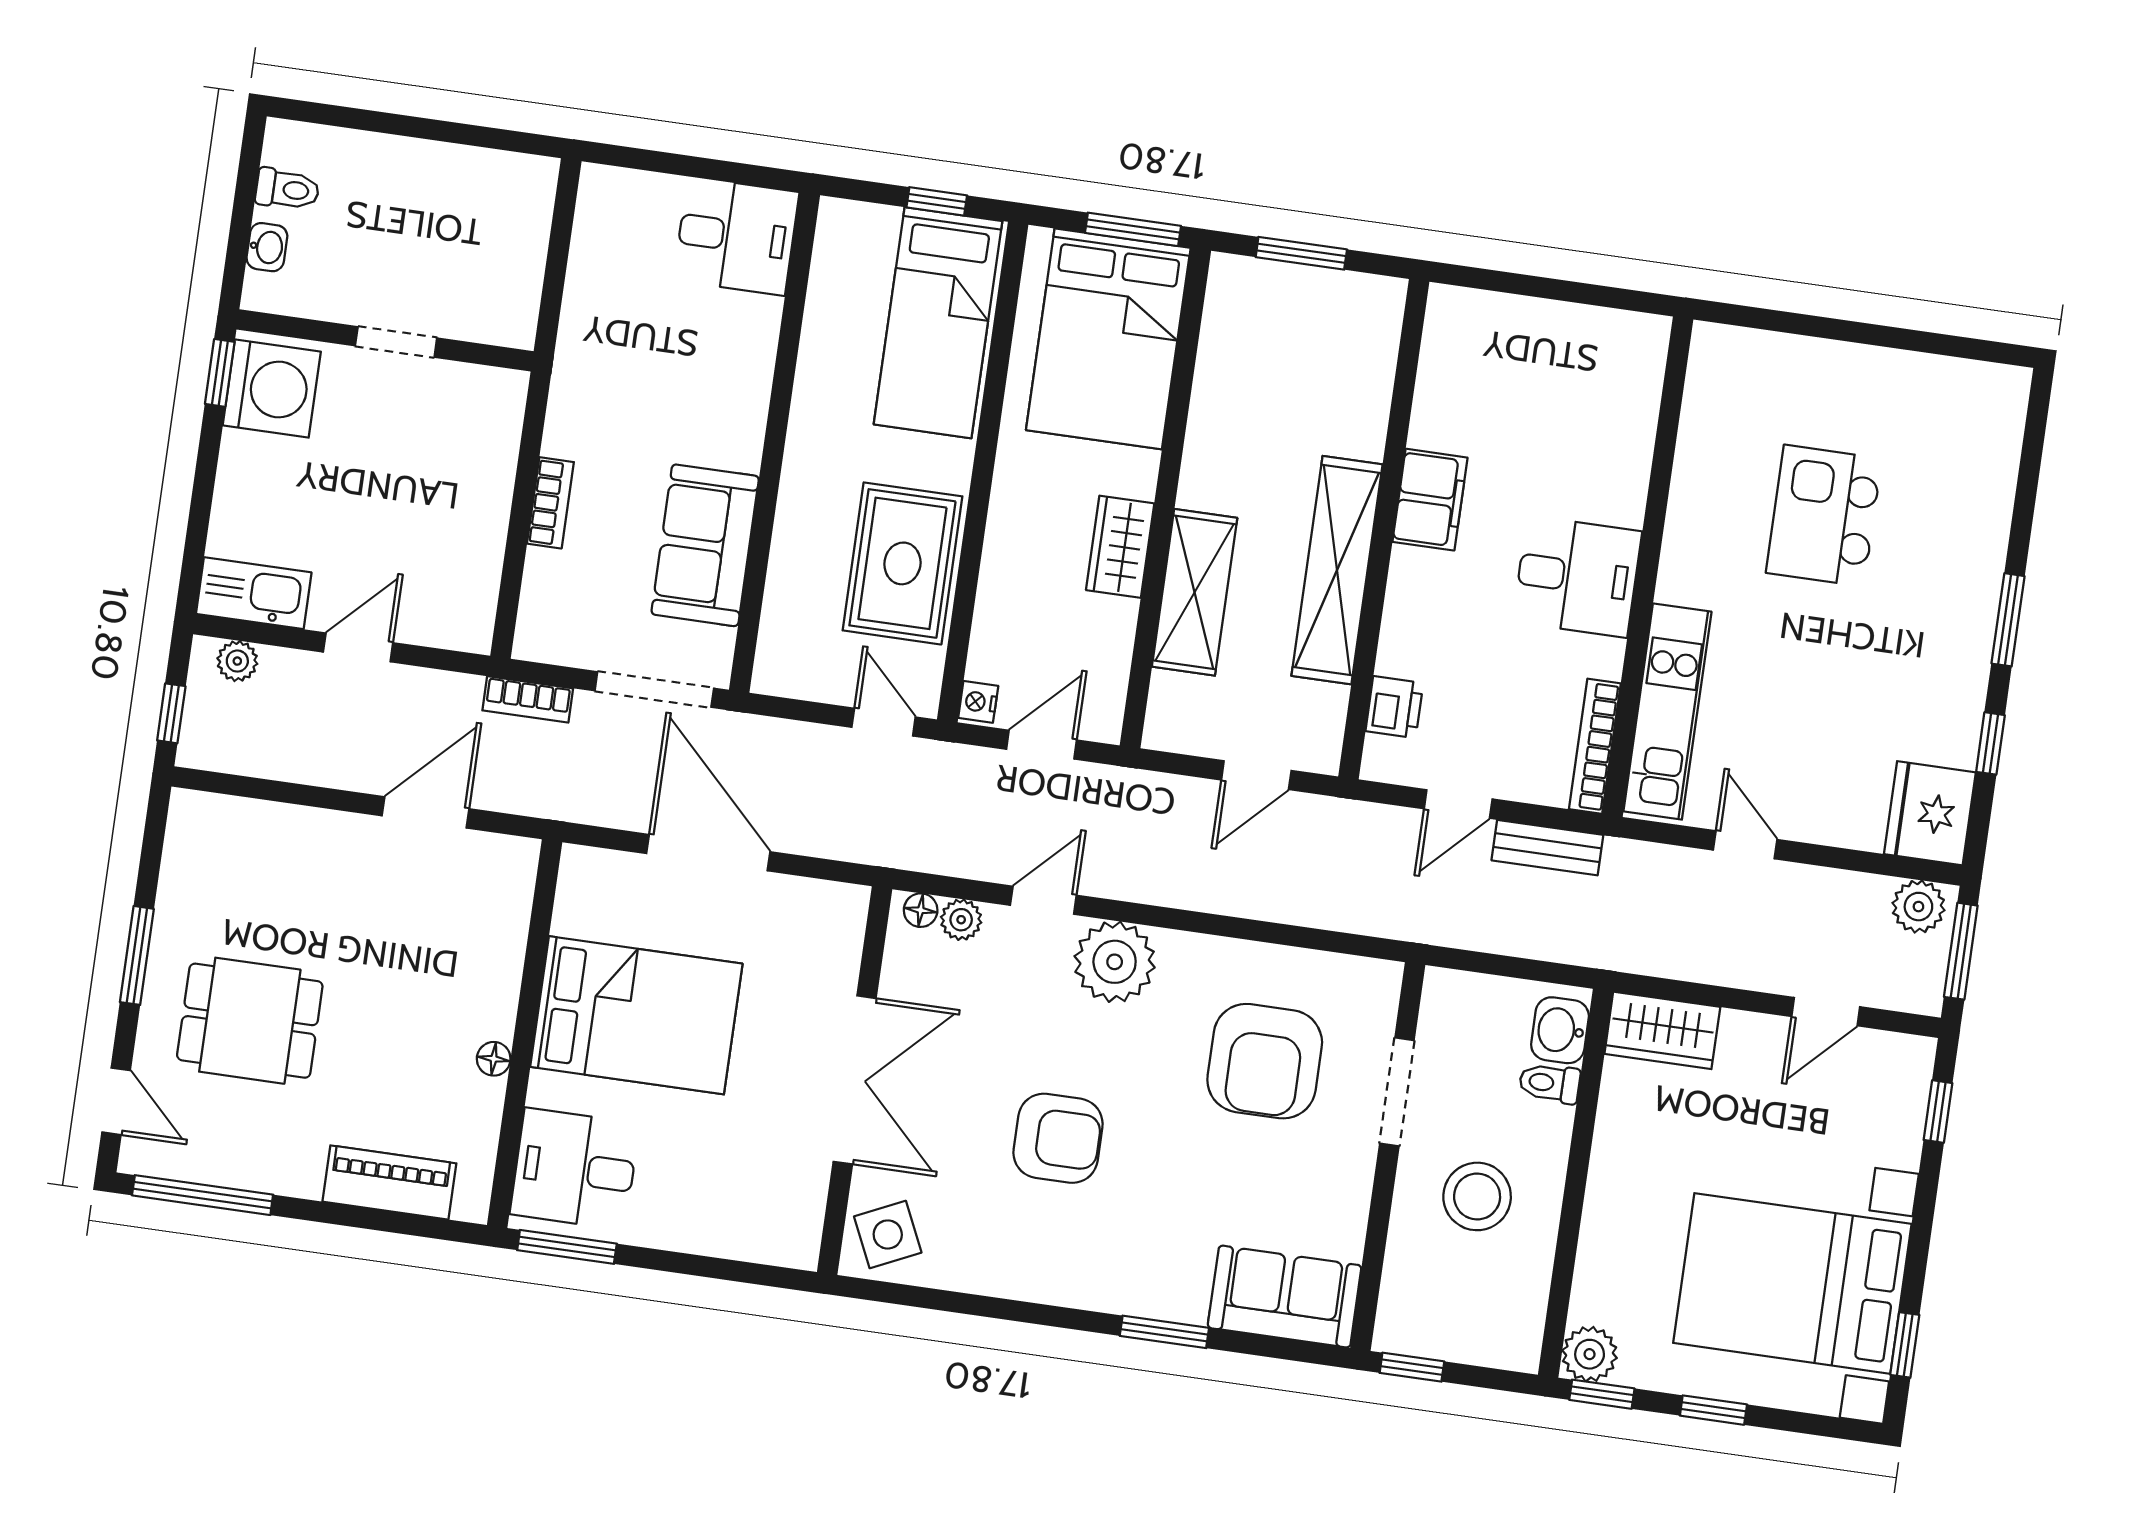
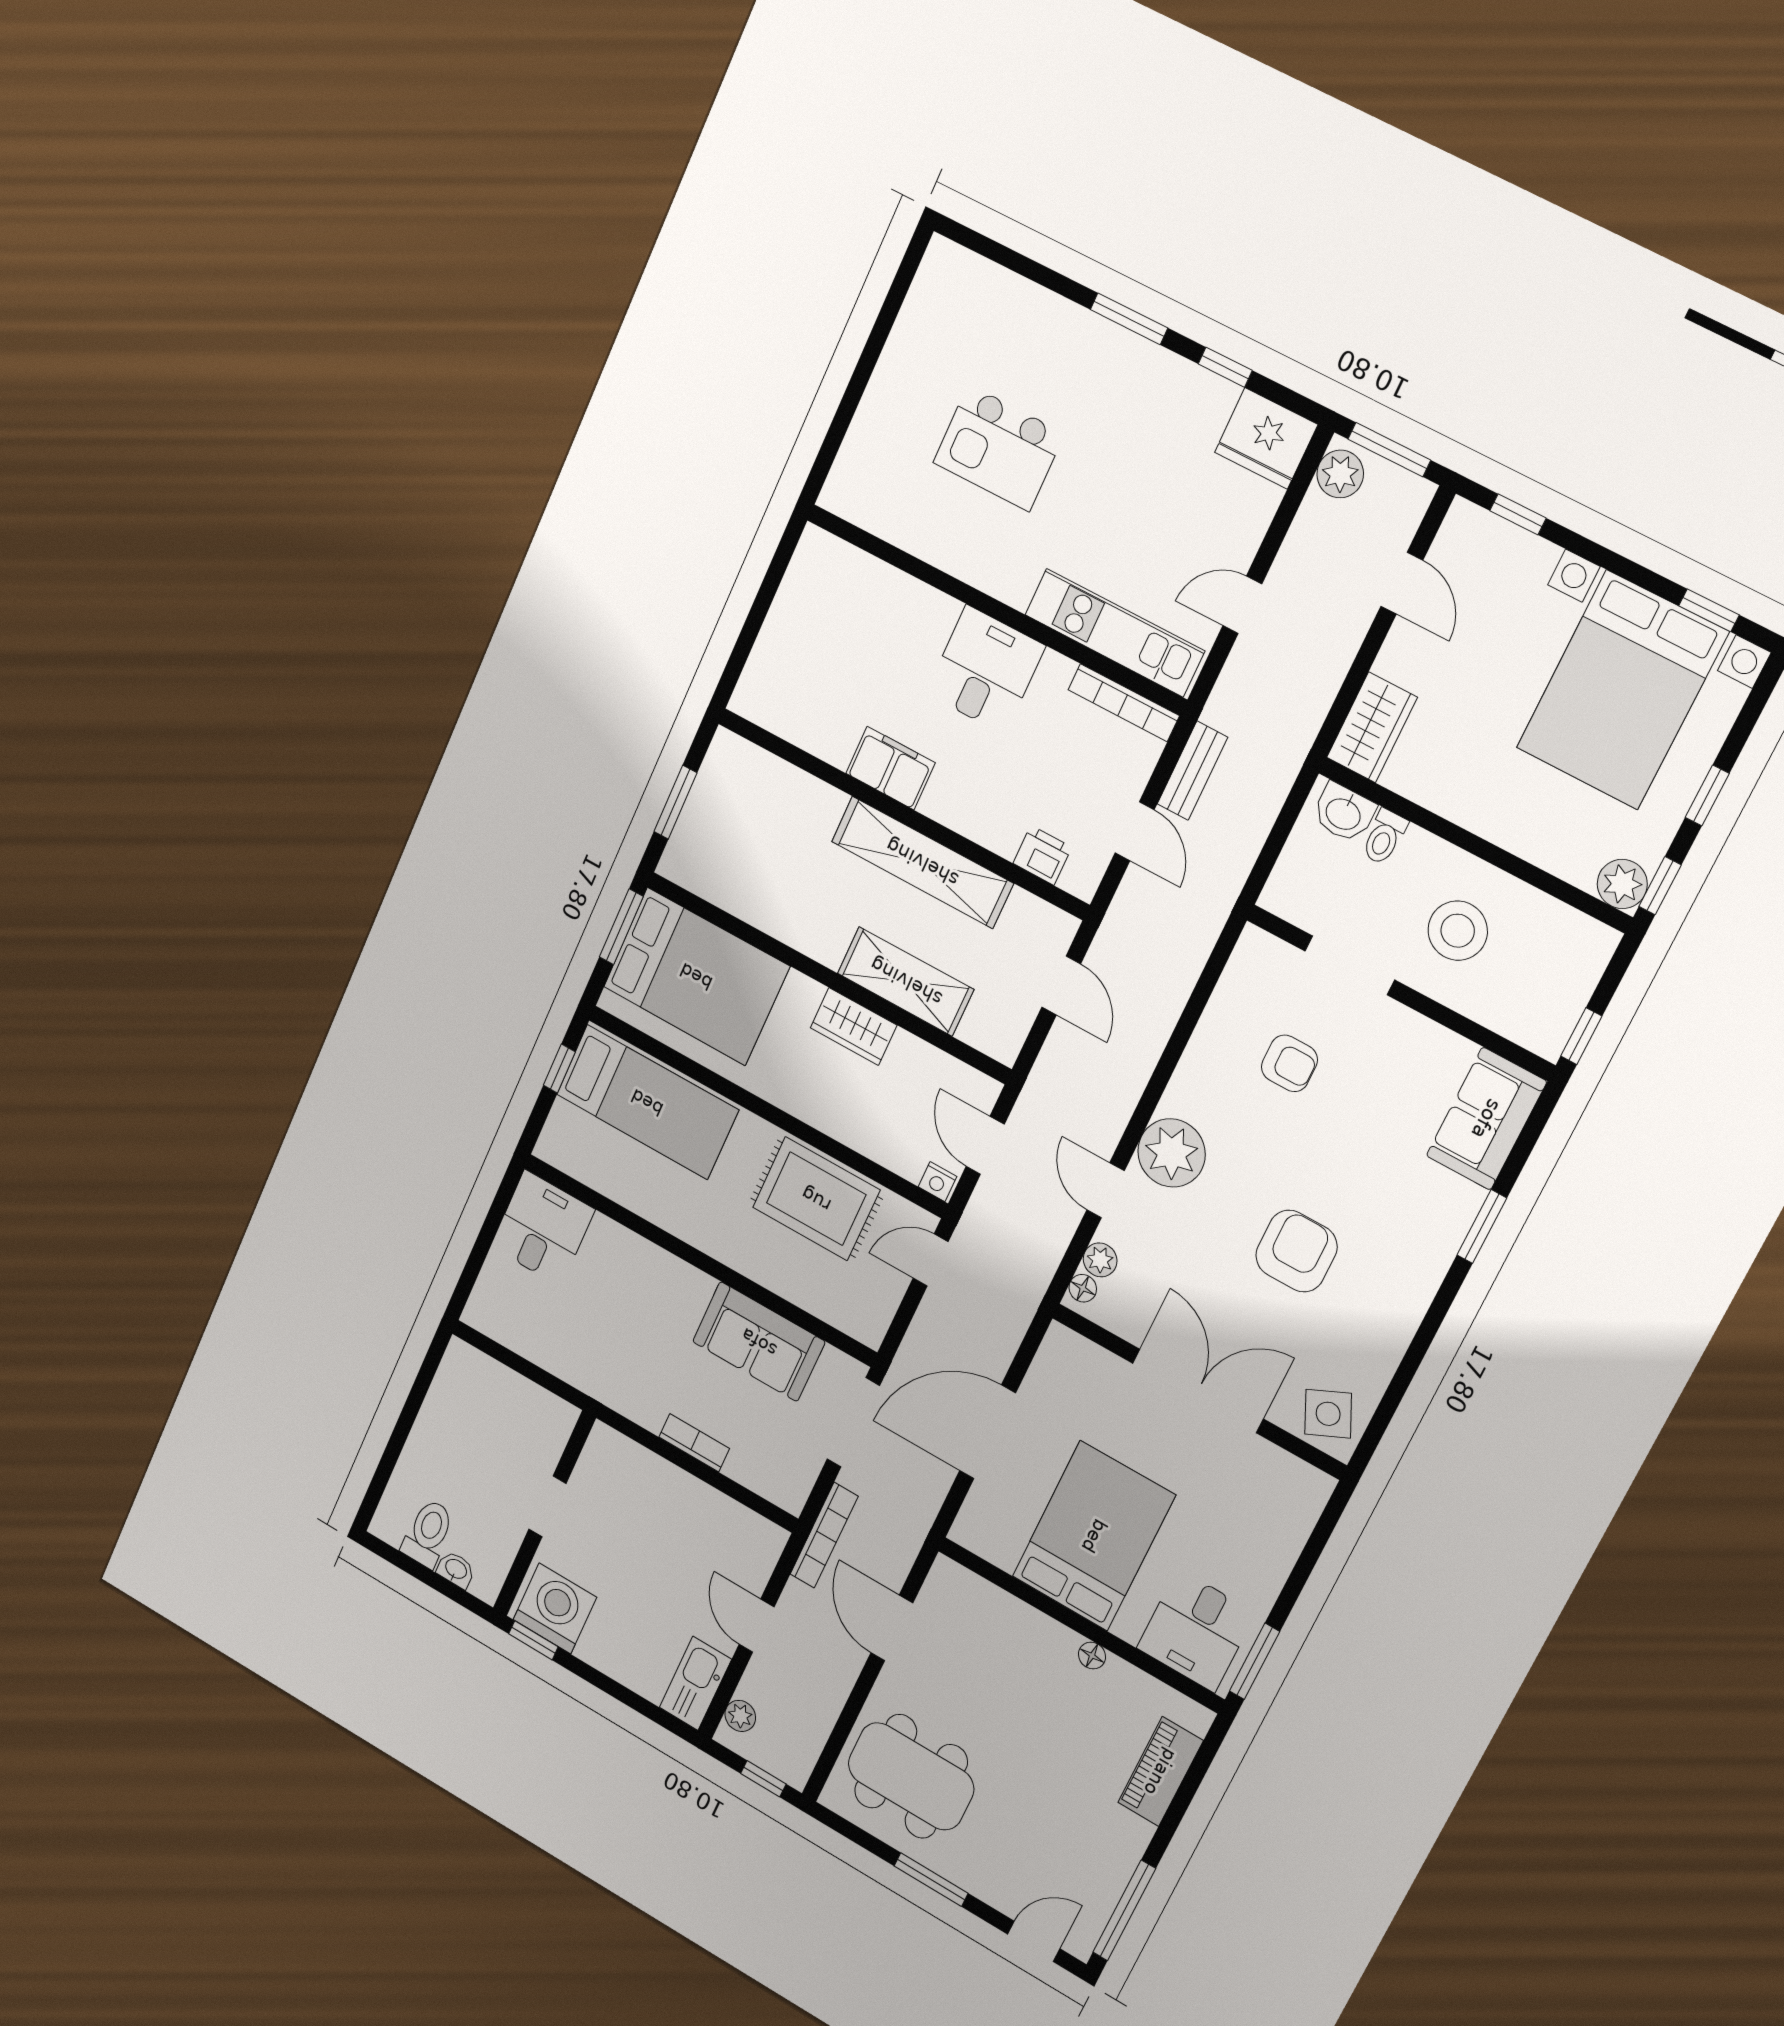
toilet: (287, 189) -> (428, 1533), width x1.37, depth x1.39
bookcase: (528, 699) -> (824, 1535), width x1.56
dining table: (250, 1021) -> (911, 1776), moved, width x1.38
armchair: (1265, 1061) -> (1289, 1063), width x0.53, depth x0.53

